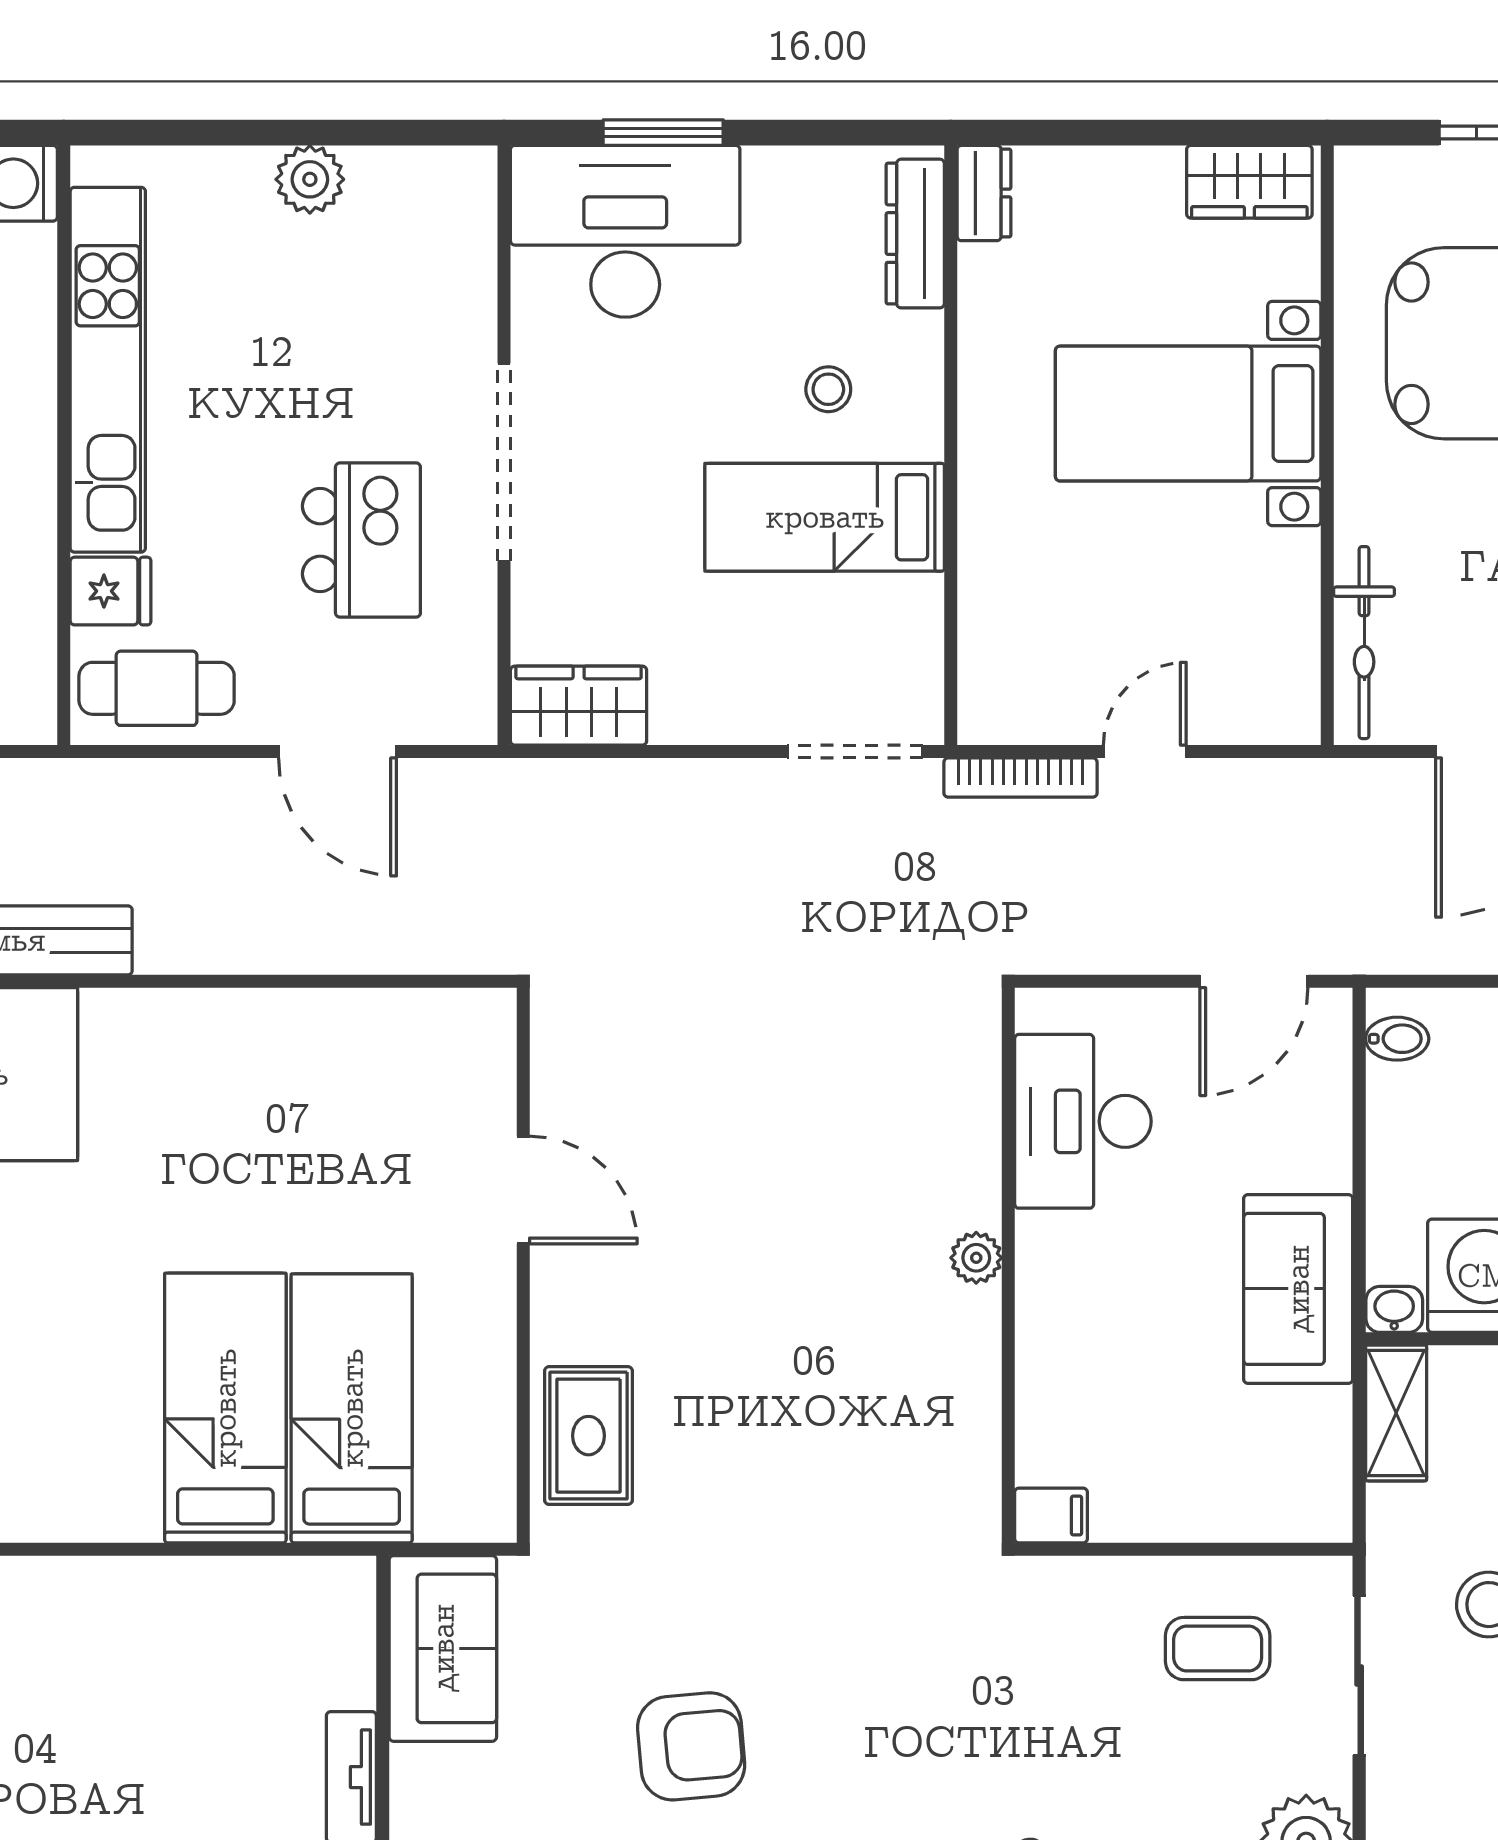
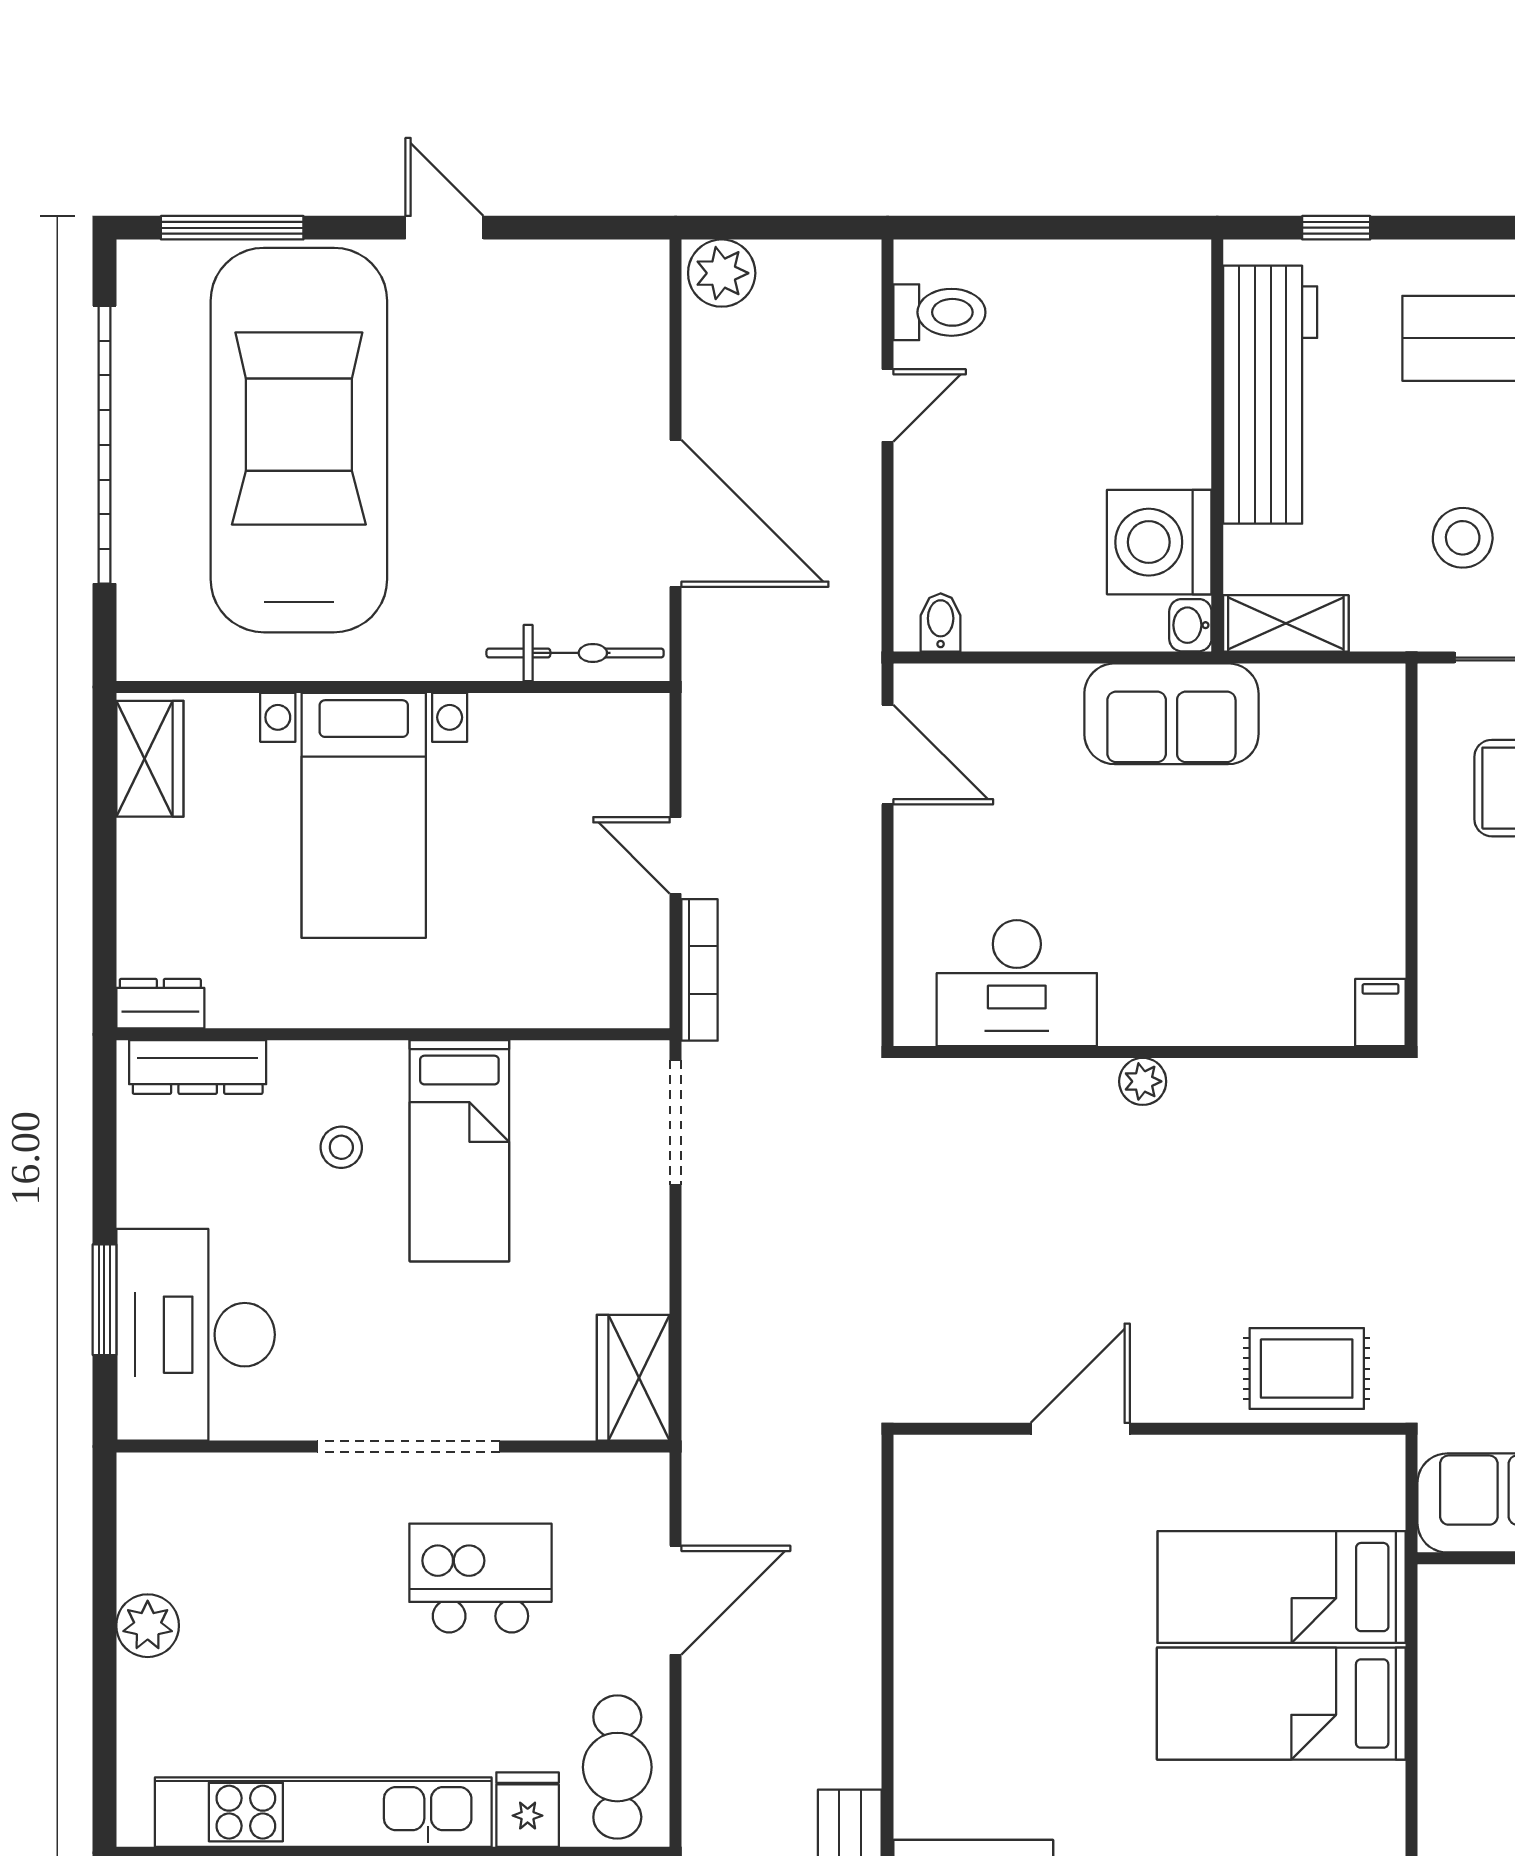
desk: (1083, 1121) -> (1017, 983), moved
plant: (976, 1258) -> (1143, 1081), moved
wall: (1008, 1265) -> (1150, 1052), moved
filing cabinet: (1051, 1515) -> (1380, 1012), moved

